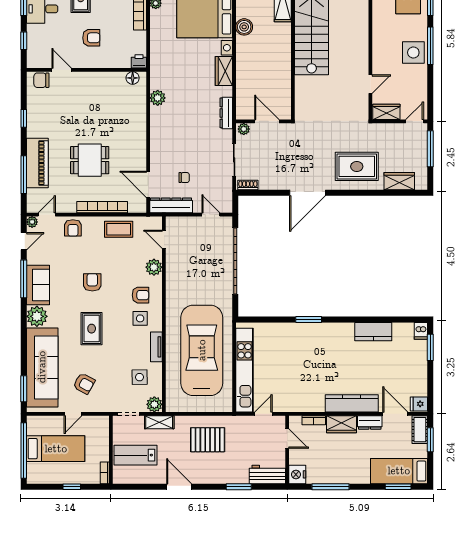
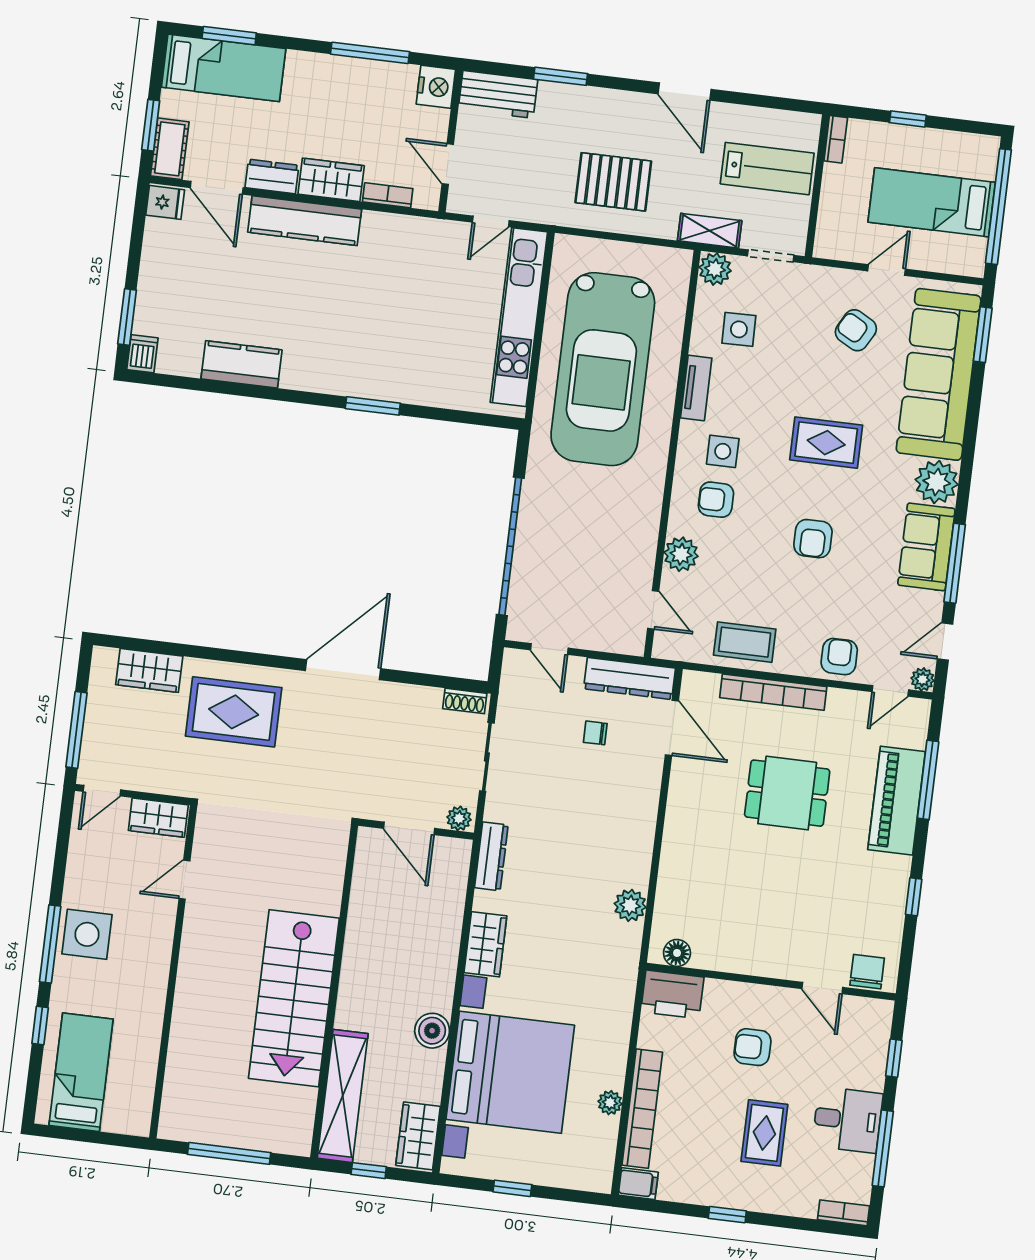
printer: (139, 61) -> (672, 994), width x1.87, depth x1.48
chair: (41, 80) -> (867, 972), turned -90
rug: (92, 329) -> (826, 443), turned 90

